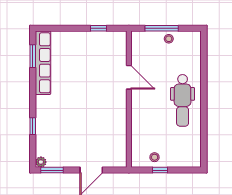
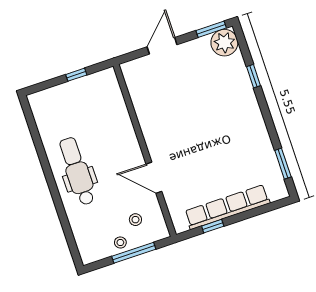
row of seats: (43, 63) -> (227, 207), moved, turned 90
stool: (155, 157) -> (135, 220), moved
plant: (41, 162) -> (224, 43), width x1.87, depth x1.87

